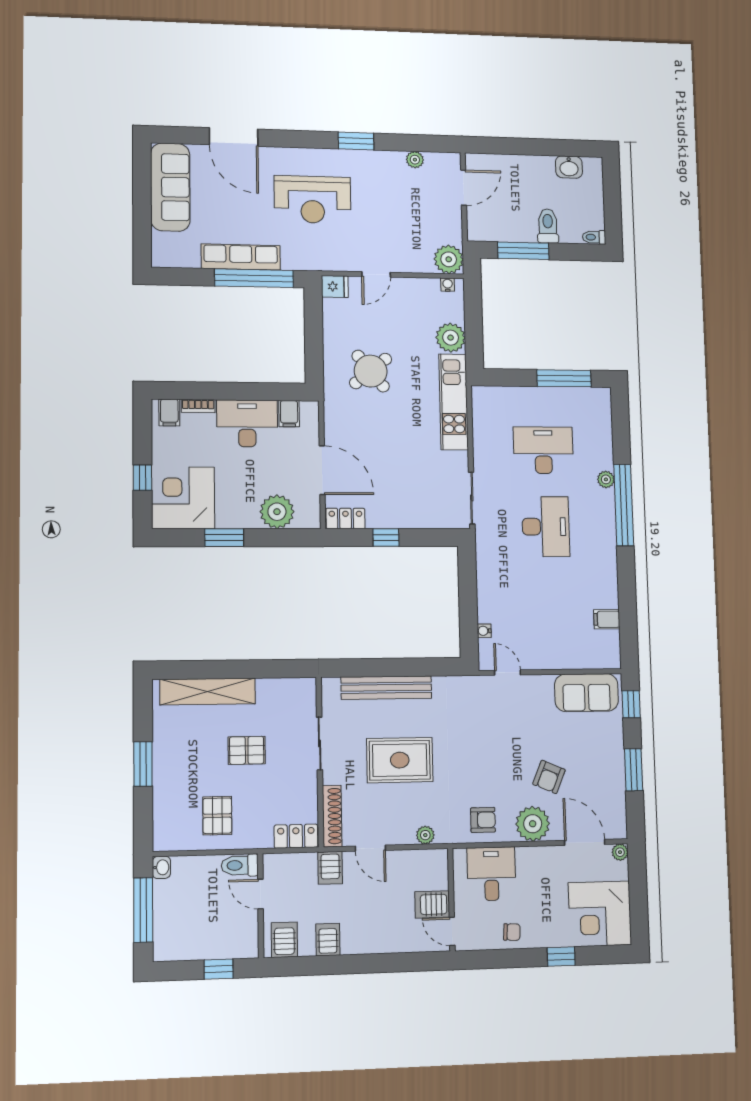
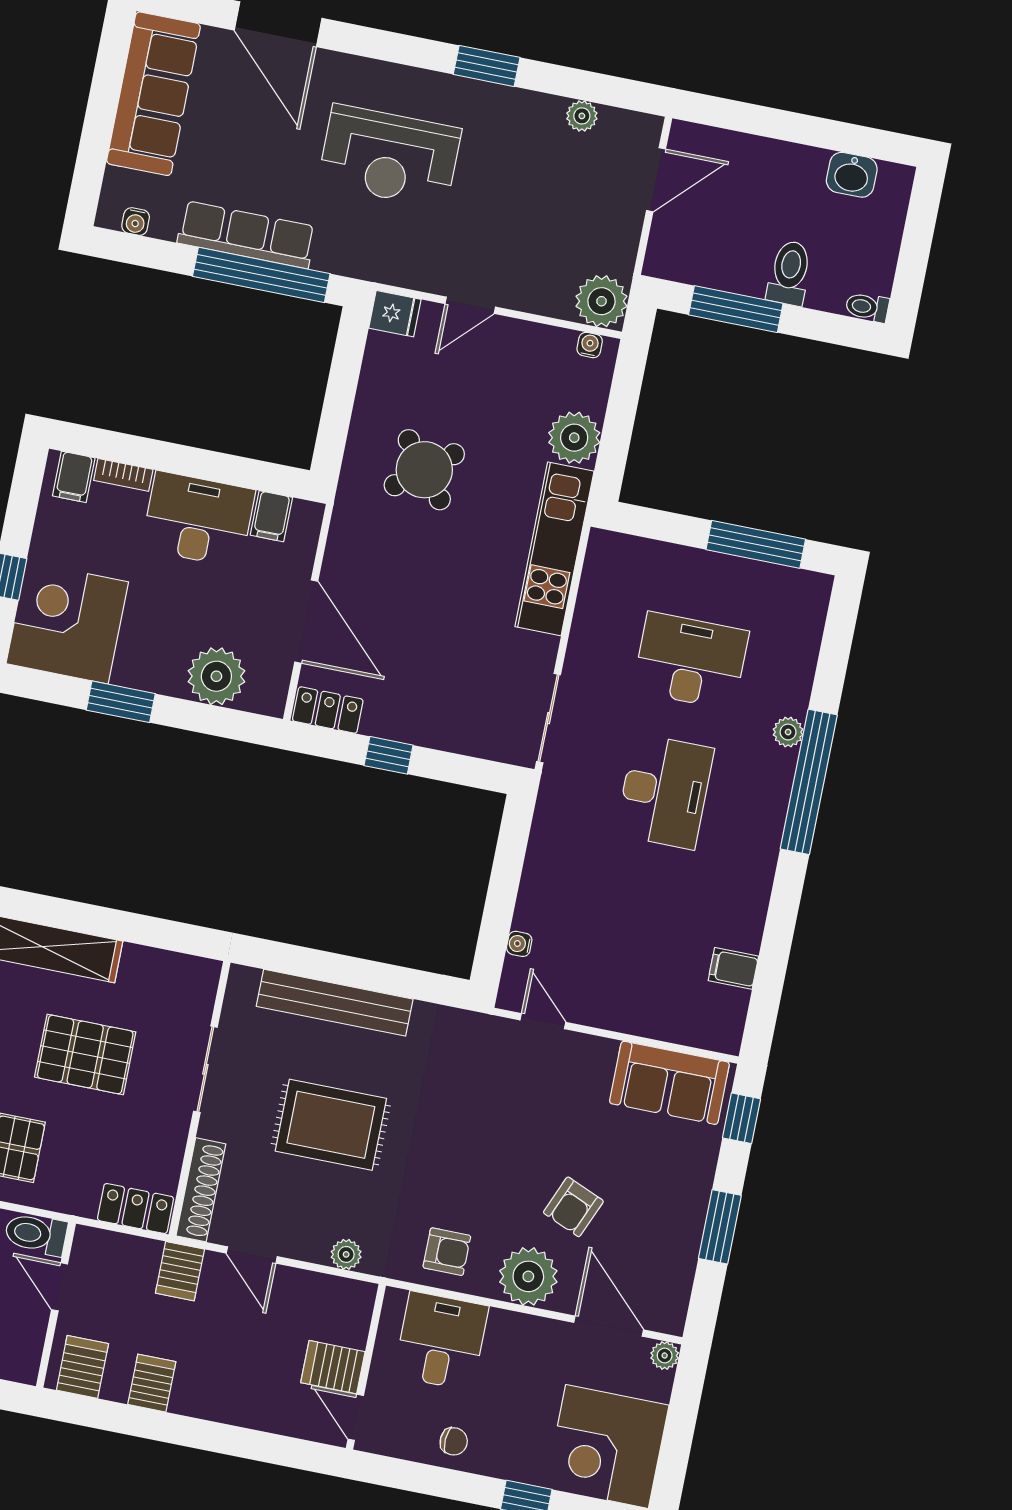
water cooler: (175, 261) -> (136, 222), added
pallet: (247, 750) -> (85, 1054), width x1.50, depth x1.42

